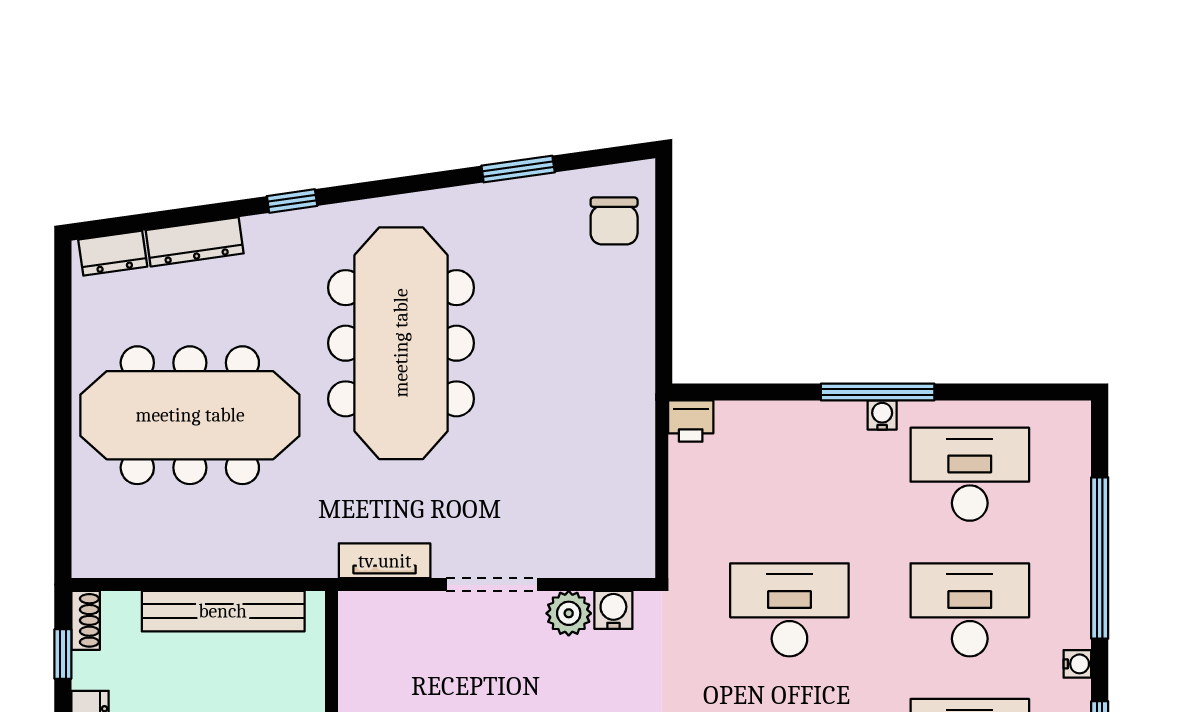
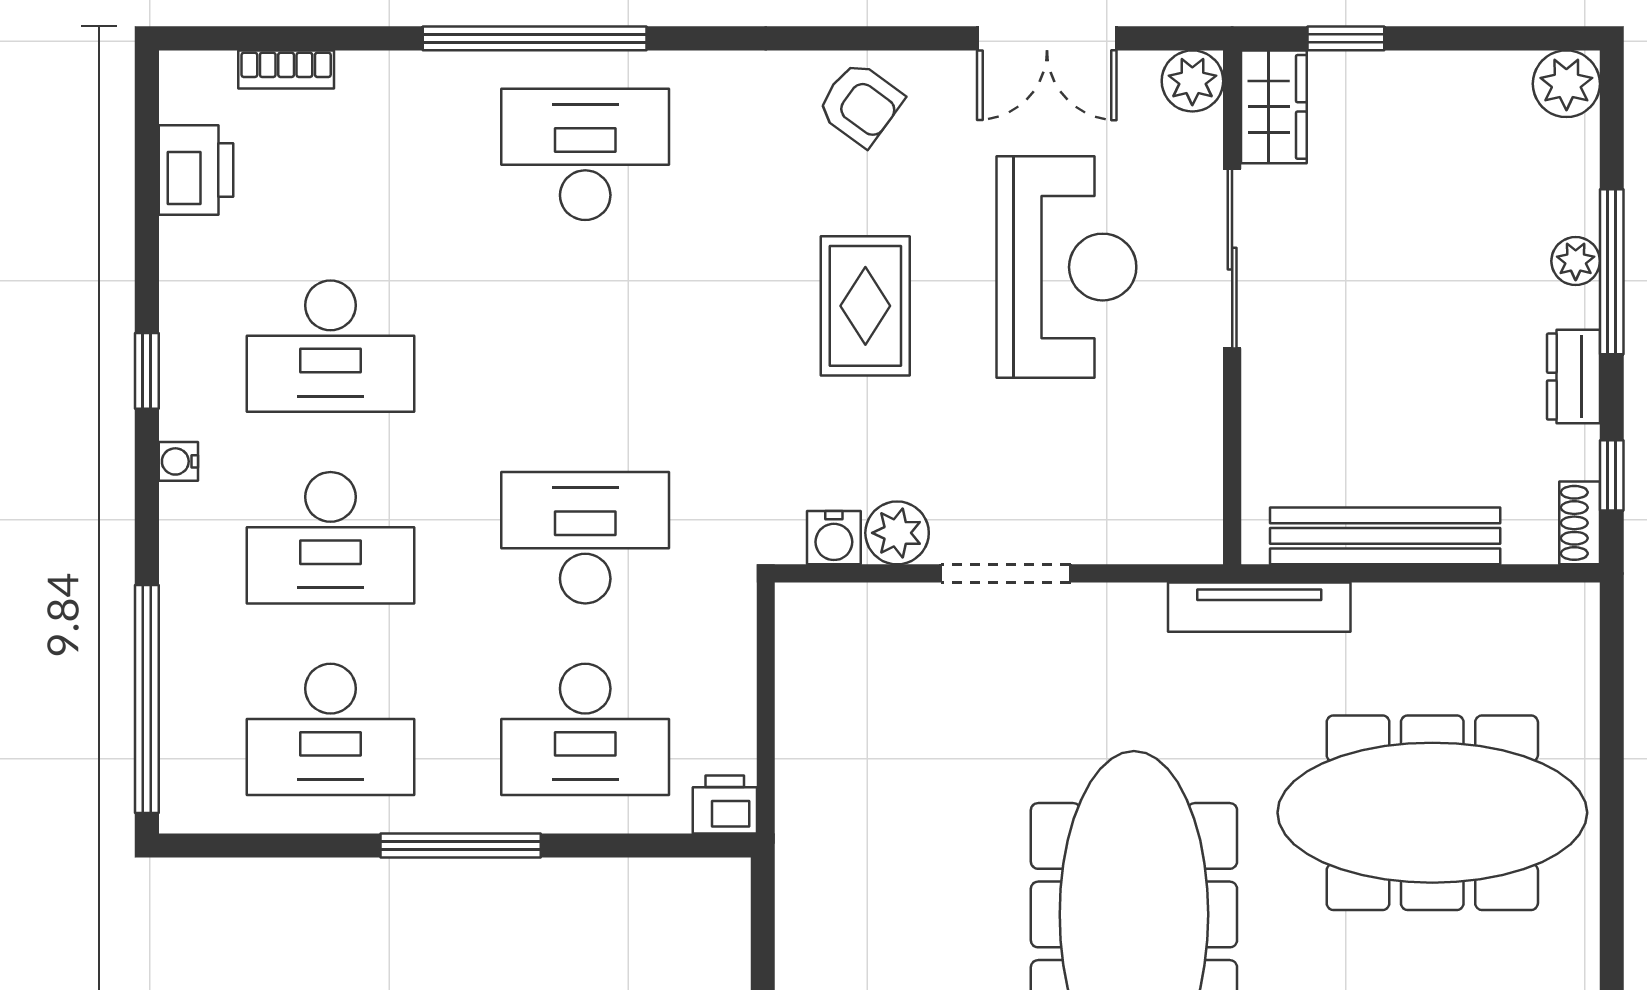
water cooler: (882, 415) -> (454, 813), removed
desk: (789, 474) -> (585, 729), added
window: (1100, 558) -> (147, 699), moved
tv unit: (385, 561) -> (1259, 607), moved, width x1.41
desk: (789, 610) -> (585, 538), turned 180

